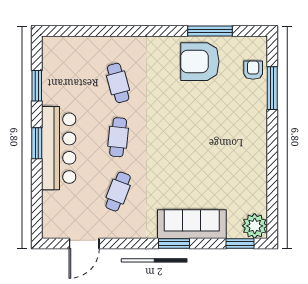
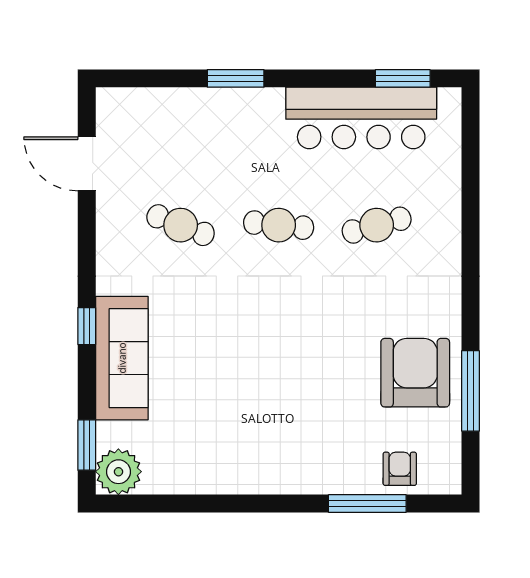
armchair: (253, 70) -> (400, 469), turned -90
window: (37, 86) -> (403, 78), moved
window: (37, 143) -> (236, 78), moved
bar counter: (59, 148) -> (361, 118), moved
window: (174, 244) -> (87, 326), width x0.67

